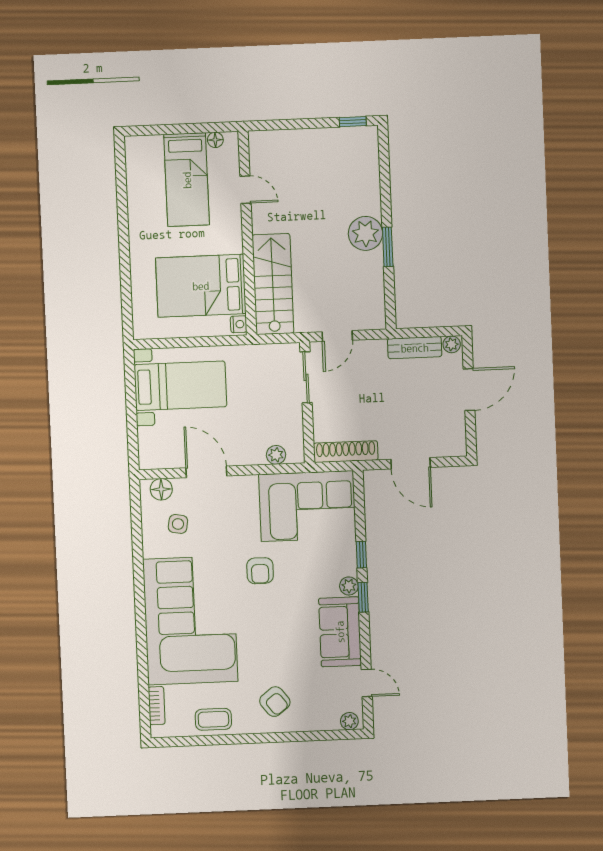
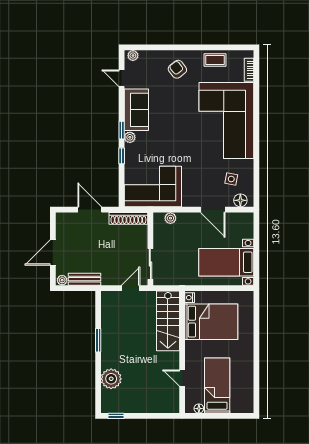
plant: (365, 233) -> (111, 379), moved
armchair: (260, 571) -> (183, 149), removed

